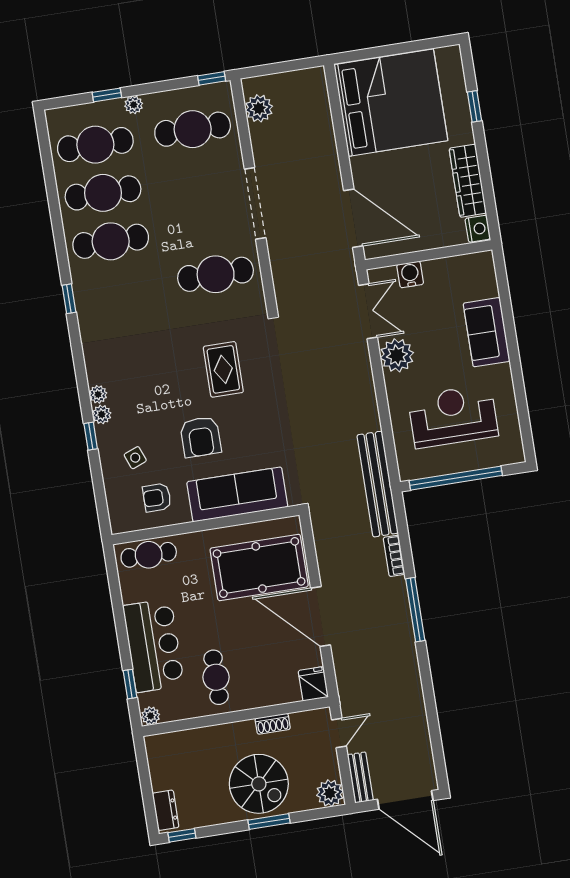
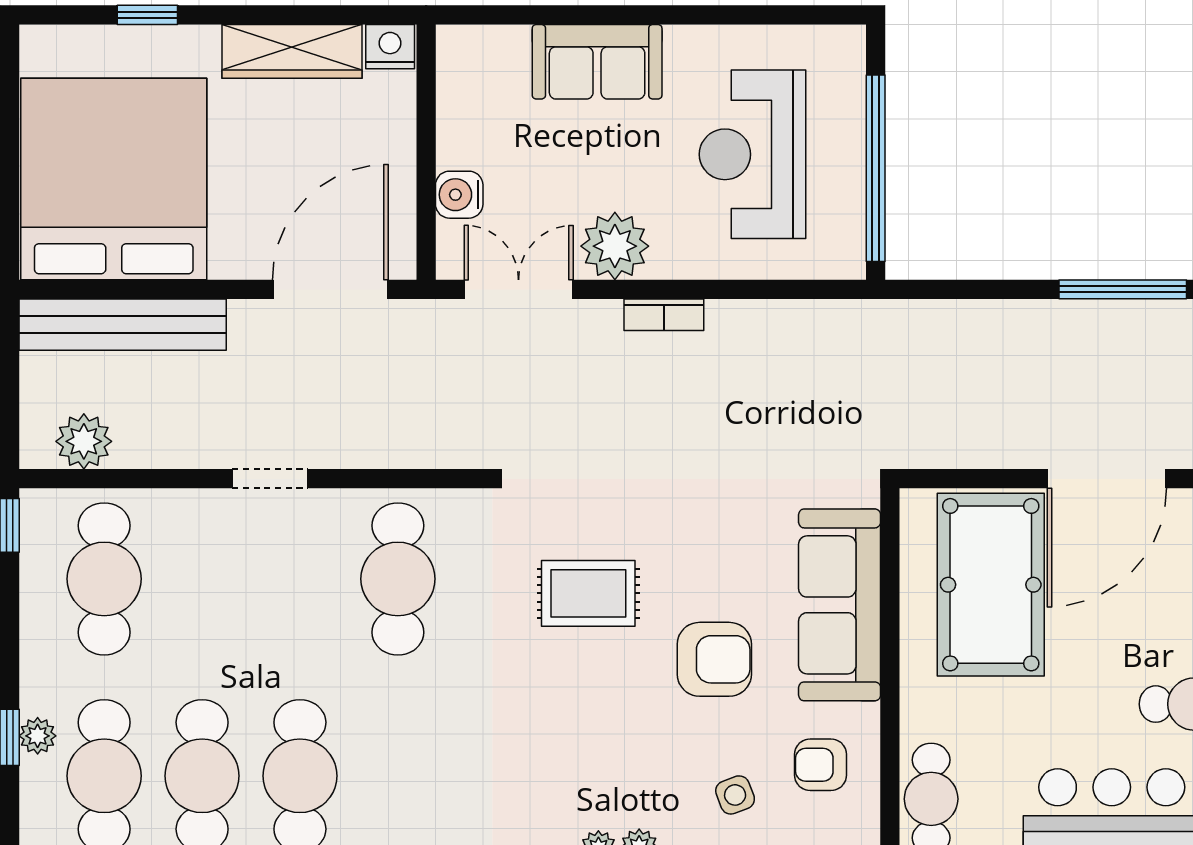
plant: (134, 105) -> (38, 736), moved
doorway: (255, 203) -> (270, 479), width x0.53
bench: (378, 484) -> (123, 325), moved
armchair: (157, 498) -> (821, 765), turned 90
bookcase: (394, 556) -> (664, 315), moved

